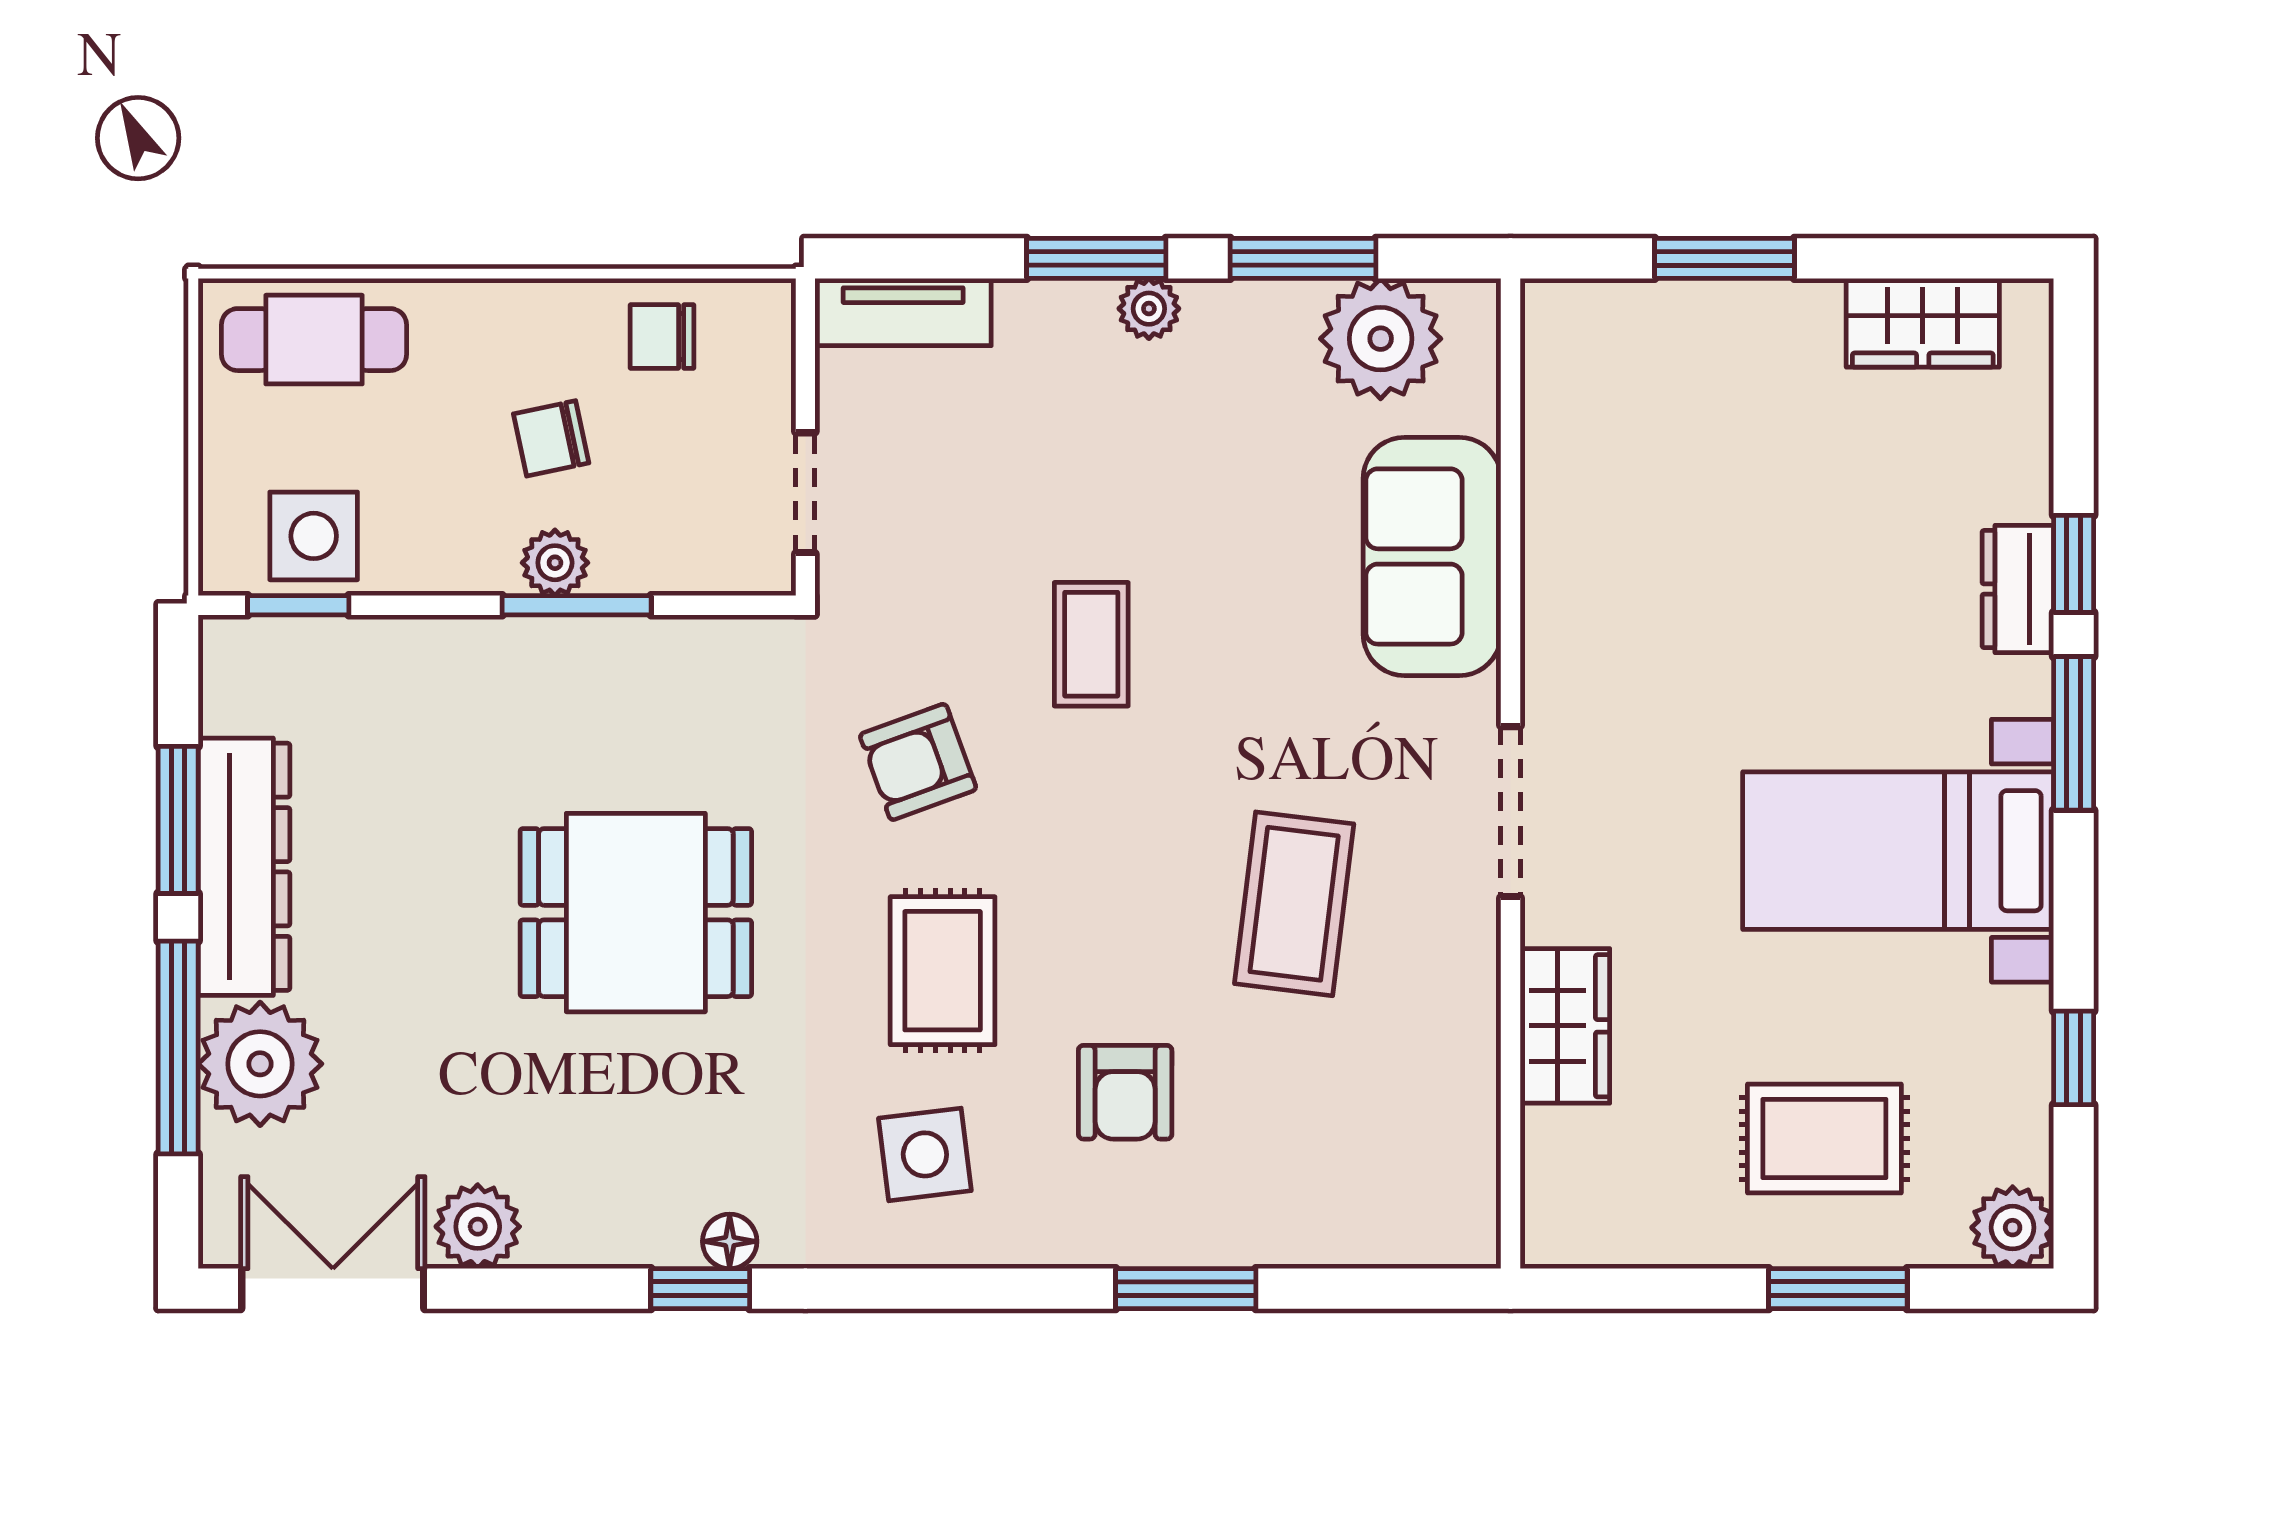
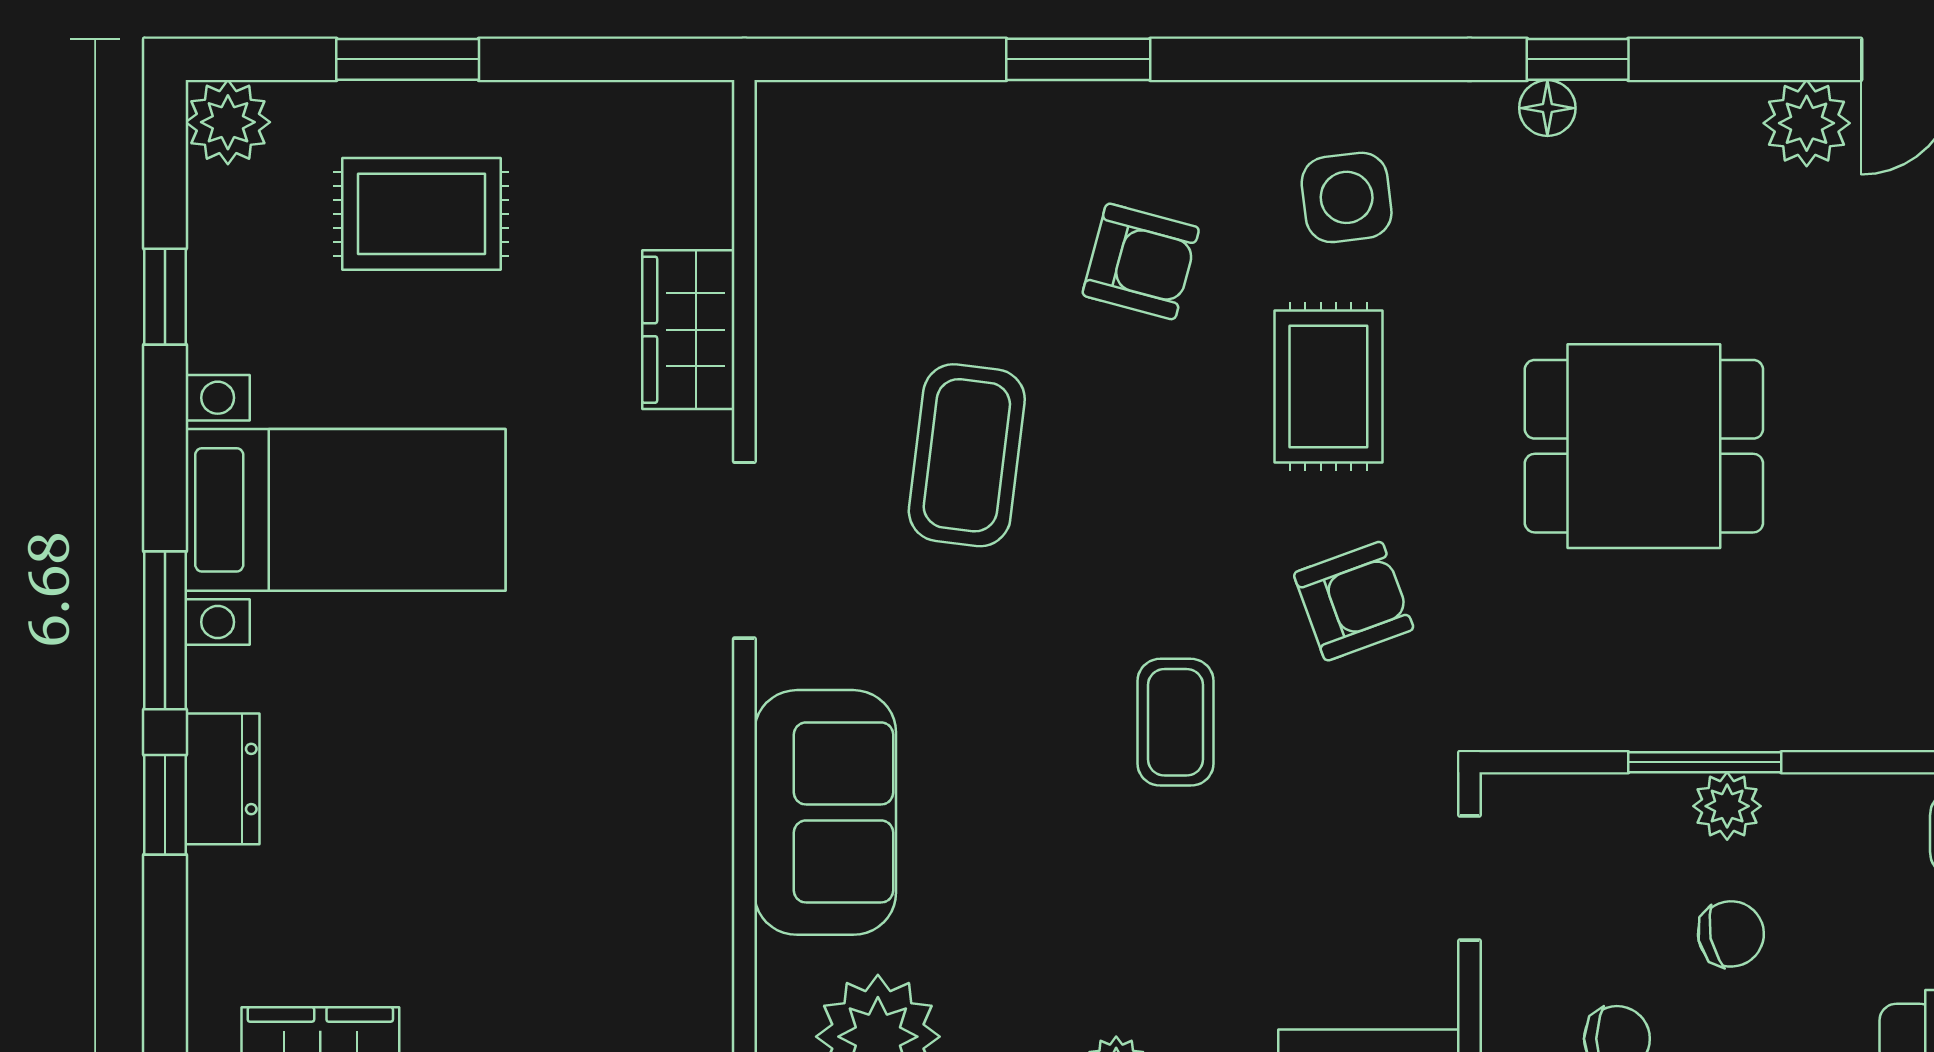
armchair: (1125, 1092) -> (1141, 261), turned 105

